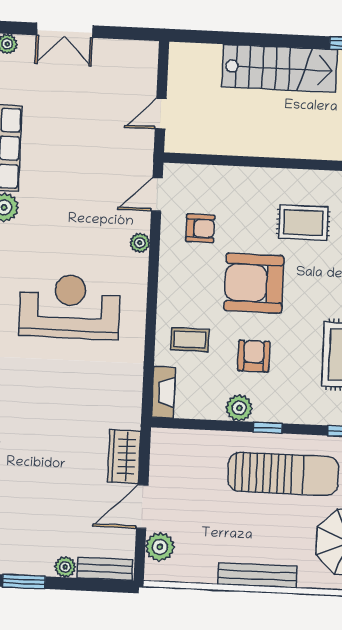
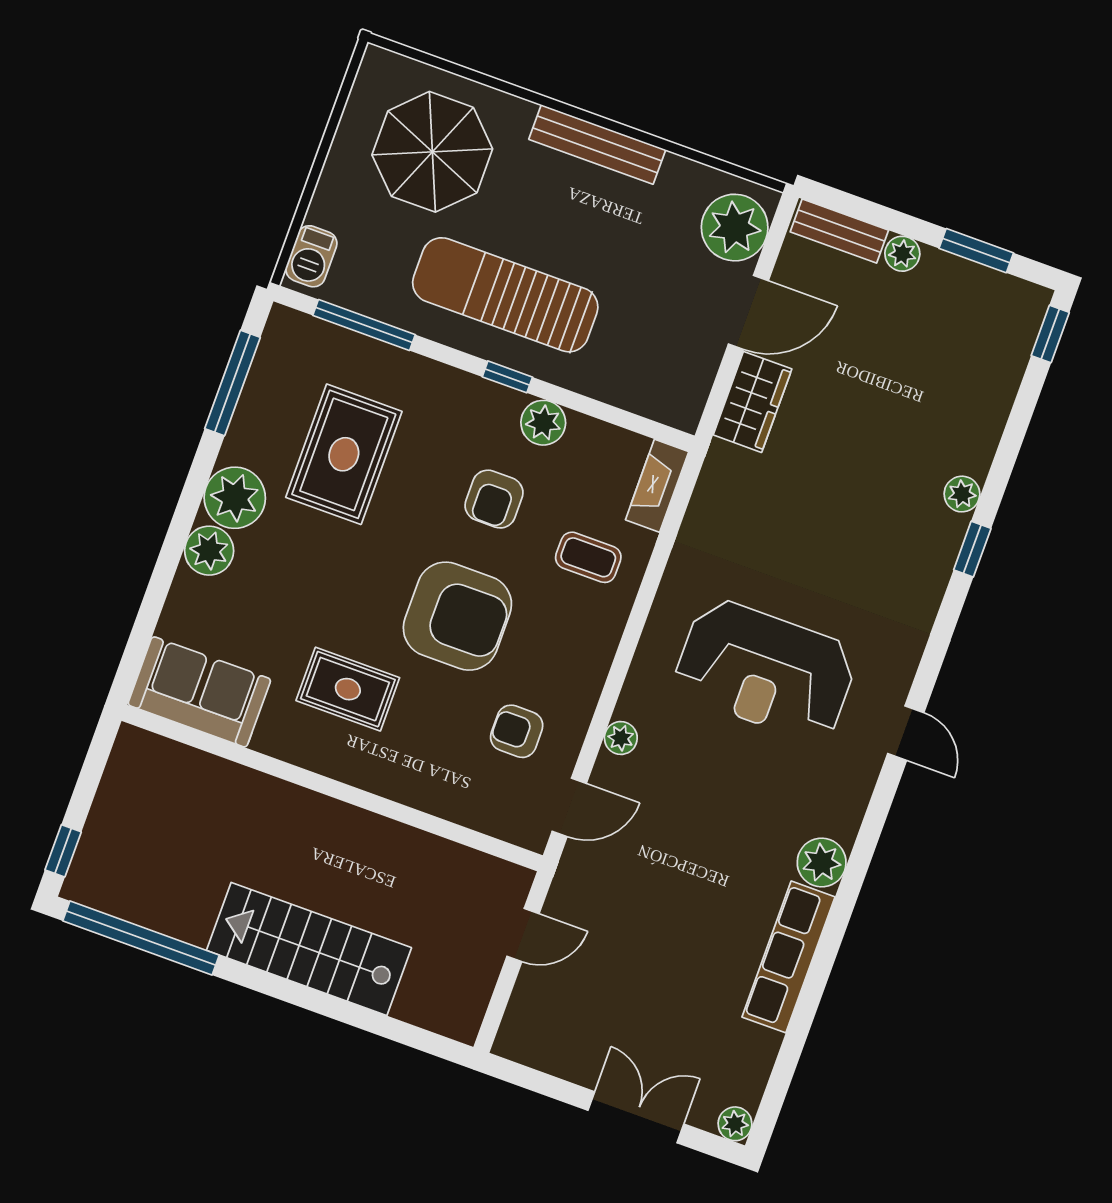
plant: (160, 547) -> (735, 228), width x1.36, depth x1.36

